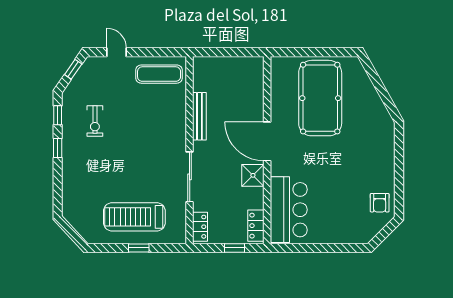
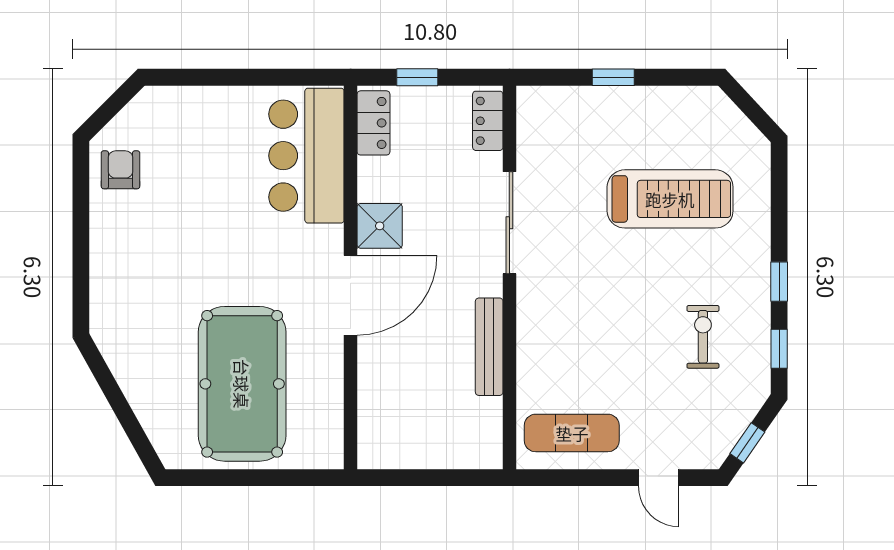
door: (267, 141) -> (351, 295), hinge flipped
treadmill: (134, 217) -> (670, 199), moved

